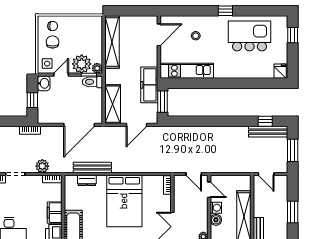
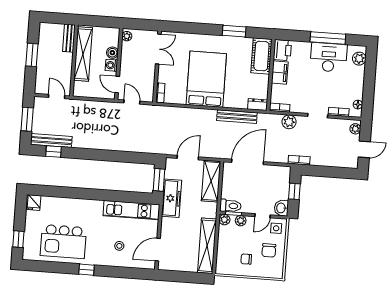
chair: (53, 26) -> (246, 259), moved
plant: (82, 64) -> (241, 221), width x0.53, depth x0.53
dresser: (87, 180) -> (258, 105), moved

